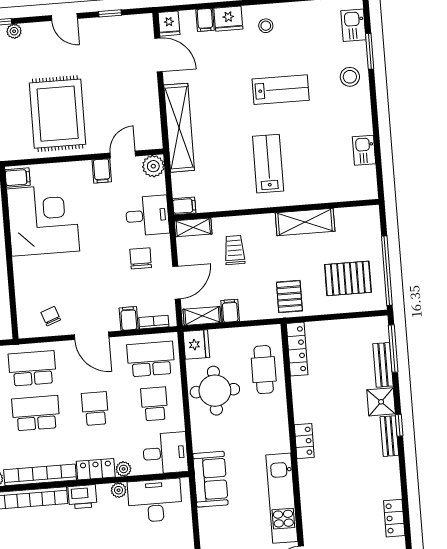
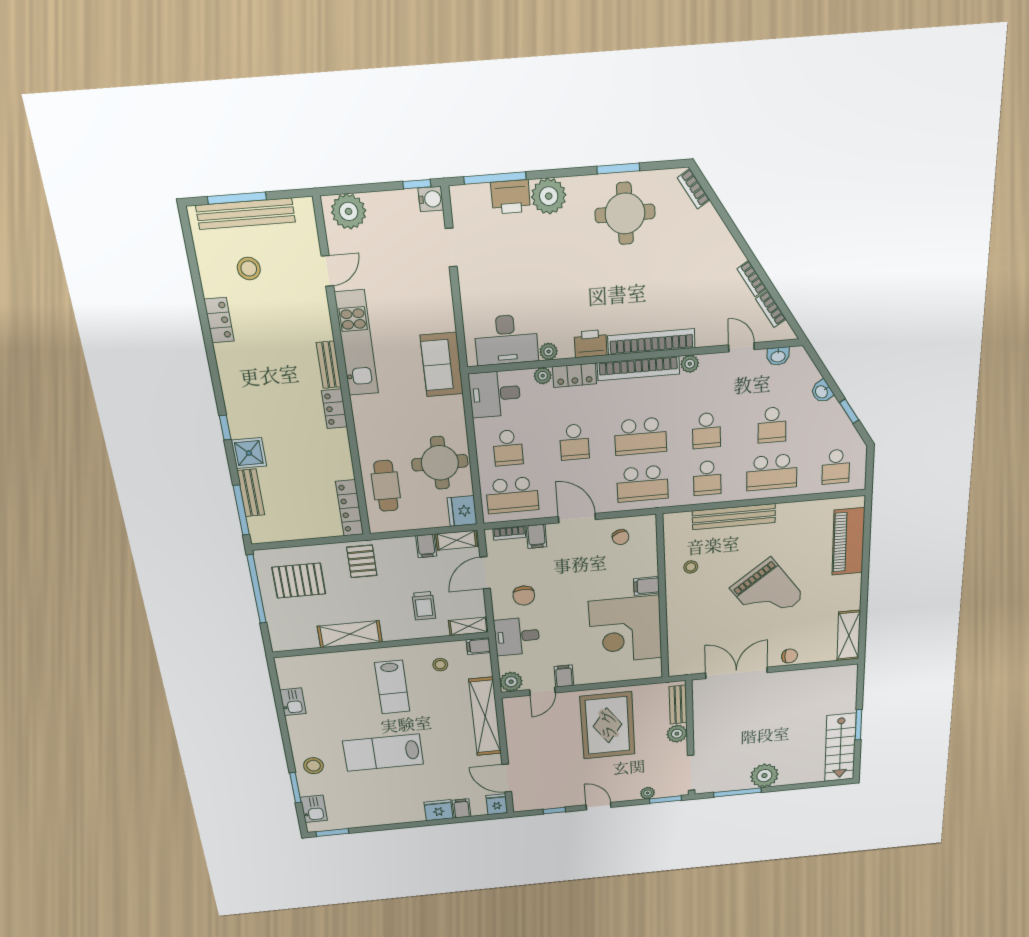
stool: (266, 26) -> (440, 665), moved
lab bench: (281, 90) -> (383, 753), width x1.36, depth x1.39
filing cabinet: (18, 177) -> (646, 586), moved
bench: (389, 436) -> (329, 365), moved

